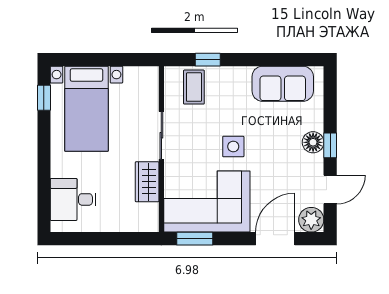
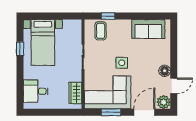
window: (44, 98) -> (20, 49), moved
floor lamp: (313, 142) -> (165, 71), moved
window: (330, 145) -> (174, 62), removed
wardrobe: (147, 182) -> (75, 93), moved
window: (195, 239) -> (111, 112), moved

